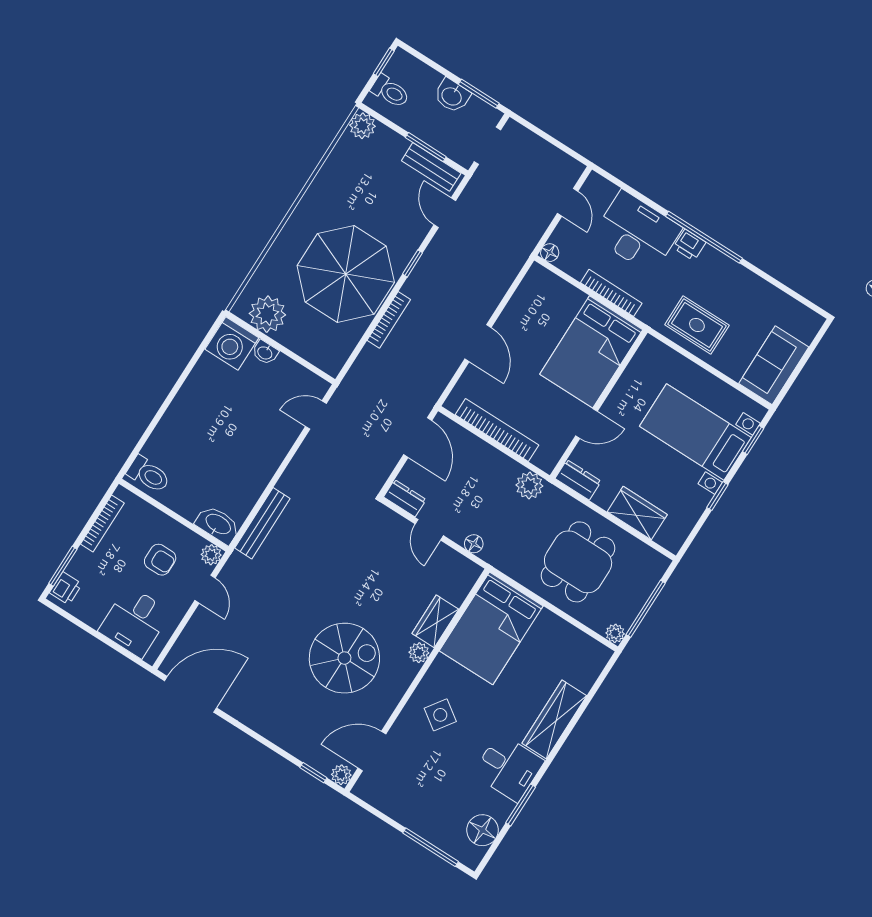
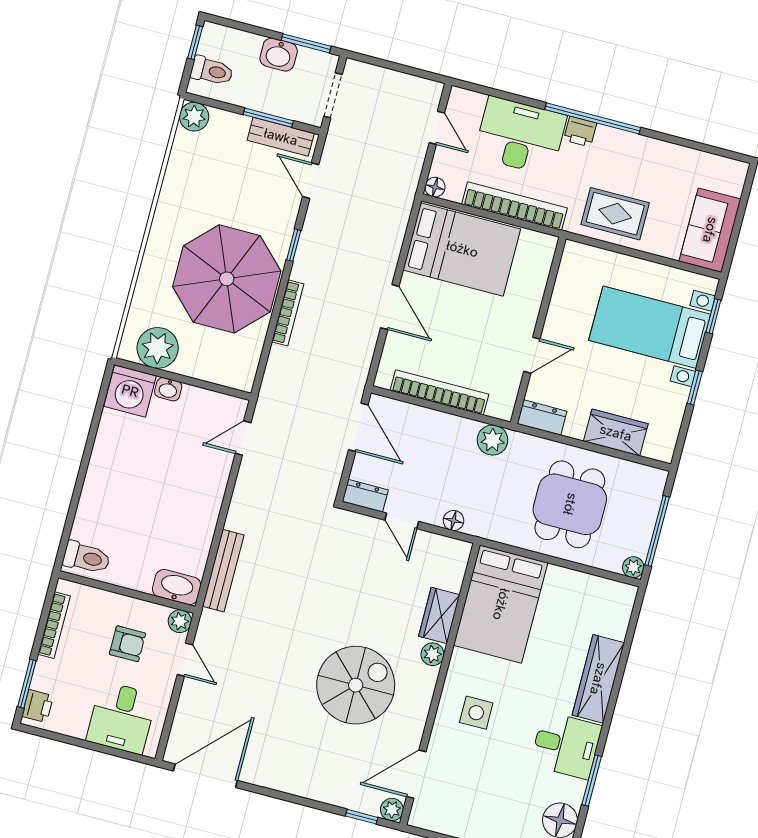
bookcase: (611, 293) -> (514, 206), width x1.48, depth x1.31
bed: (591, 352) -> (462, 249), moved, turned -90
side table: (440, 715) -> (476, 713), turned -35

